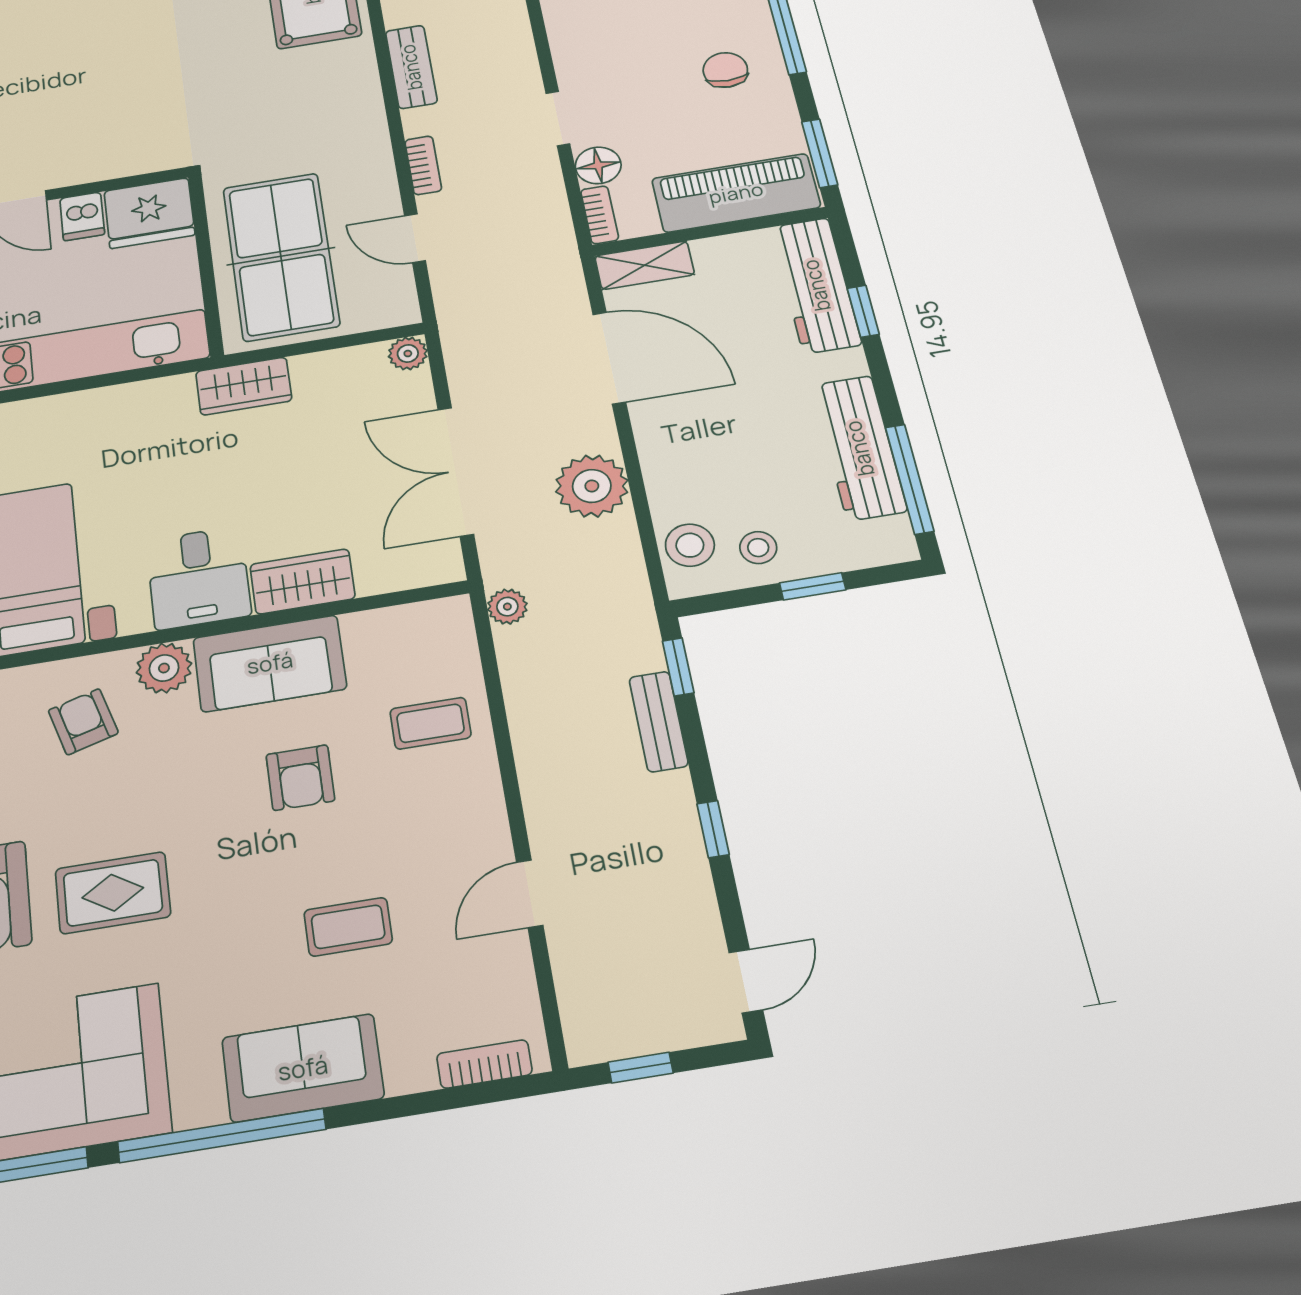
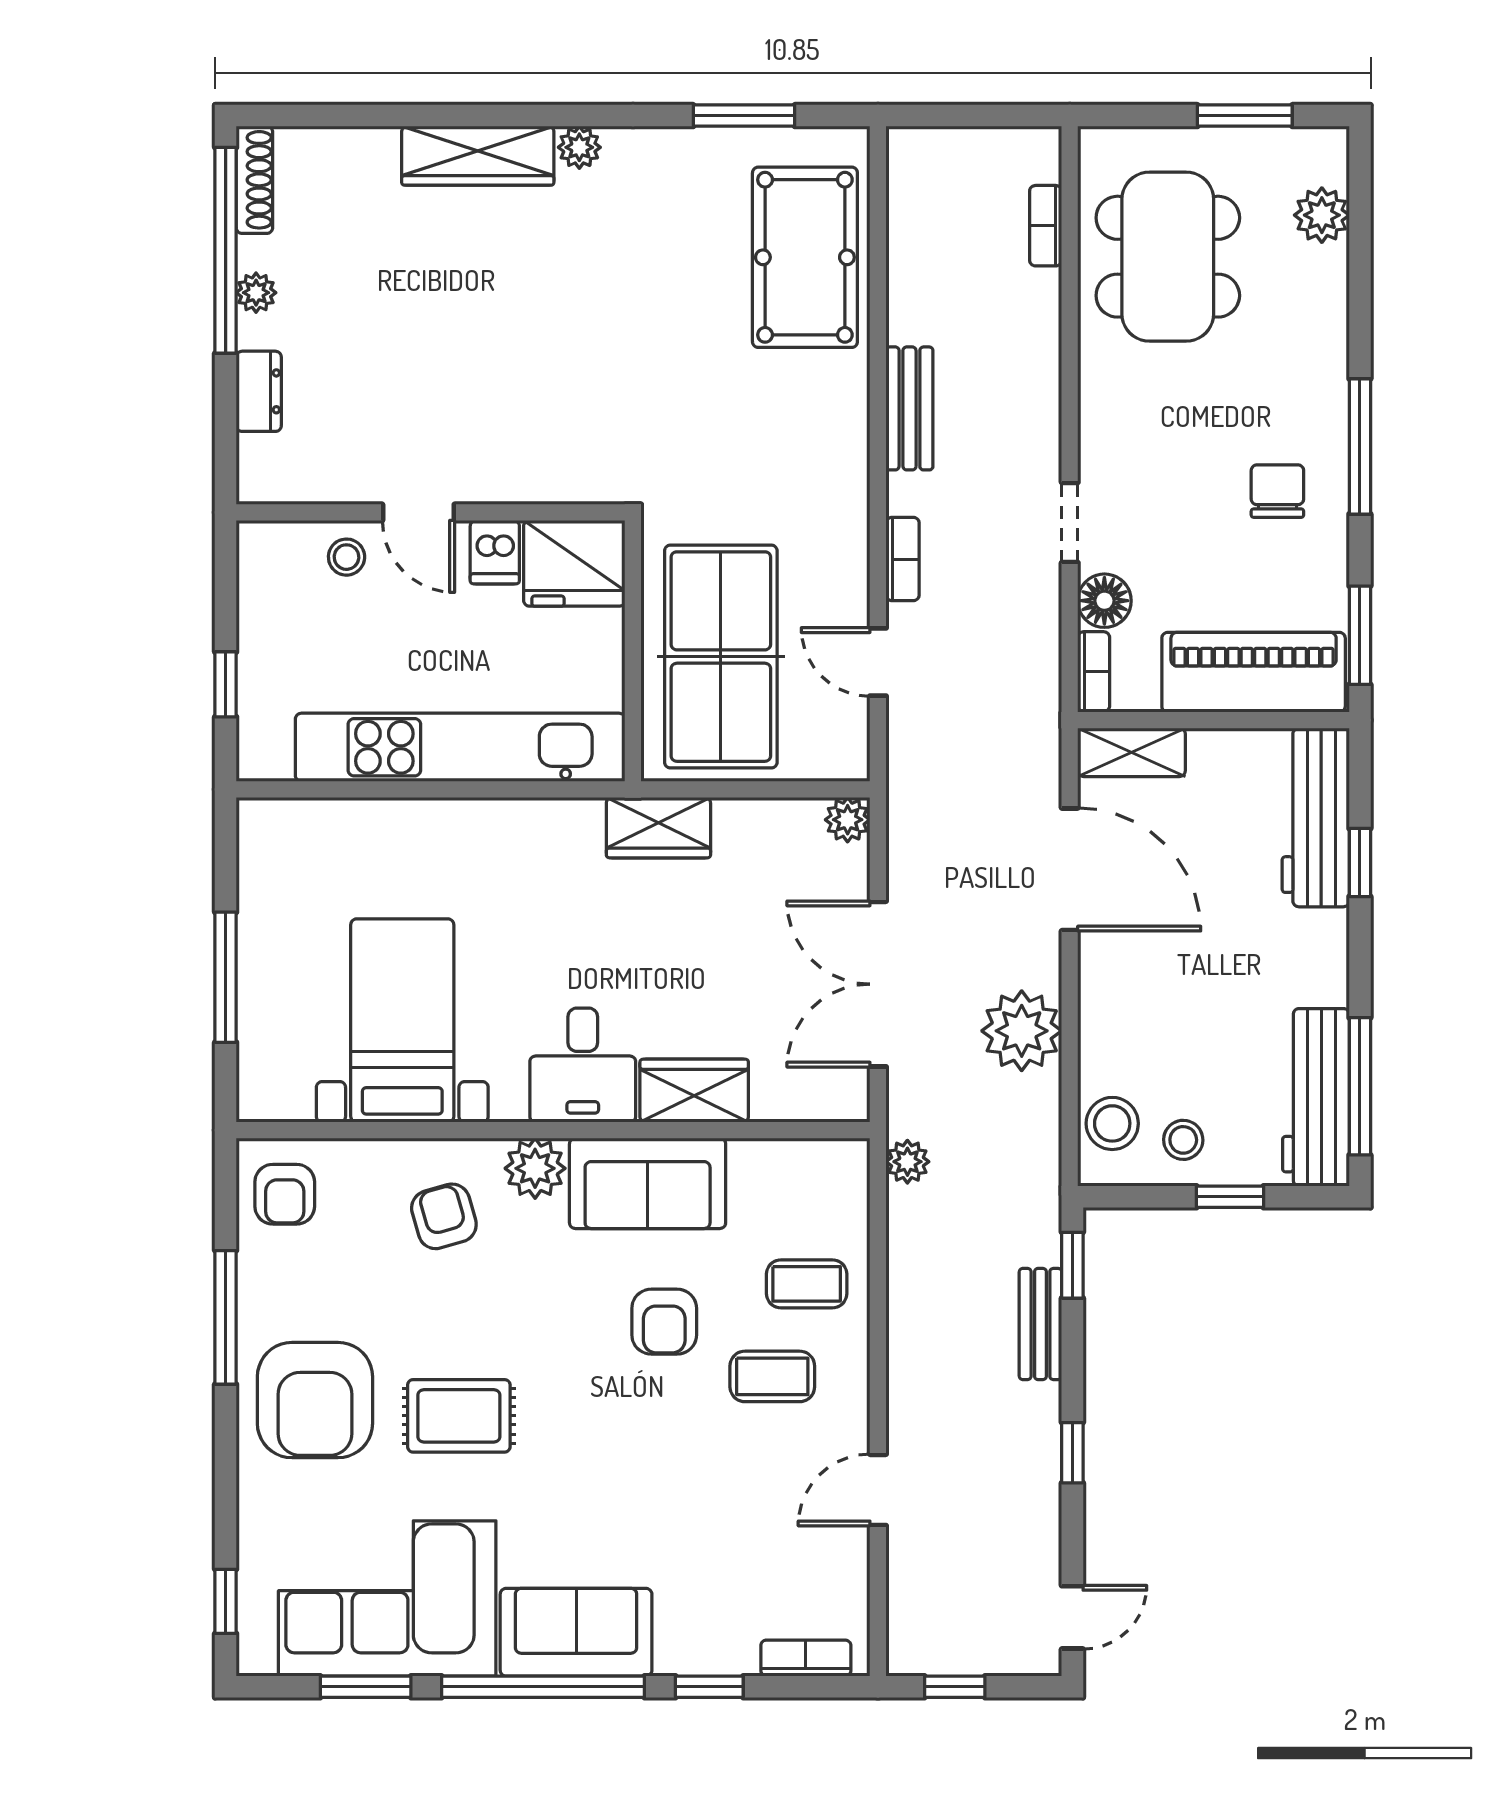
workbench: (859, 448) -> (1316, 1097), moved
coffee table: (348, 927) -> (772, 1376), moved
sofa: (303, 1068) -> (576, 1632), moved
window: (391, 1108) -> (709, 1687), added

